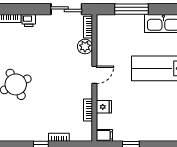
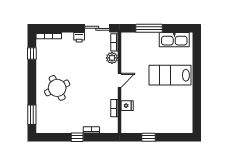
printer: (29, 21) -> (79, 37), moved
filing cabinet: (104, 135) -> (127, 128), removed

